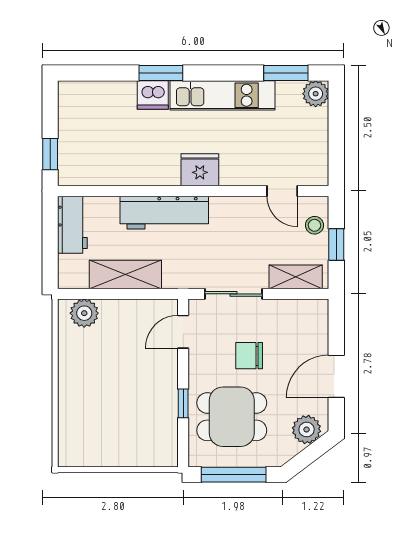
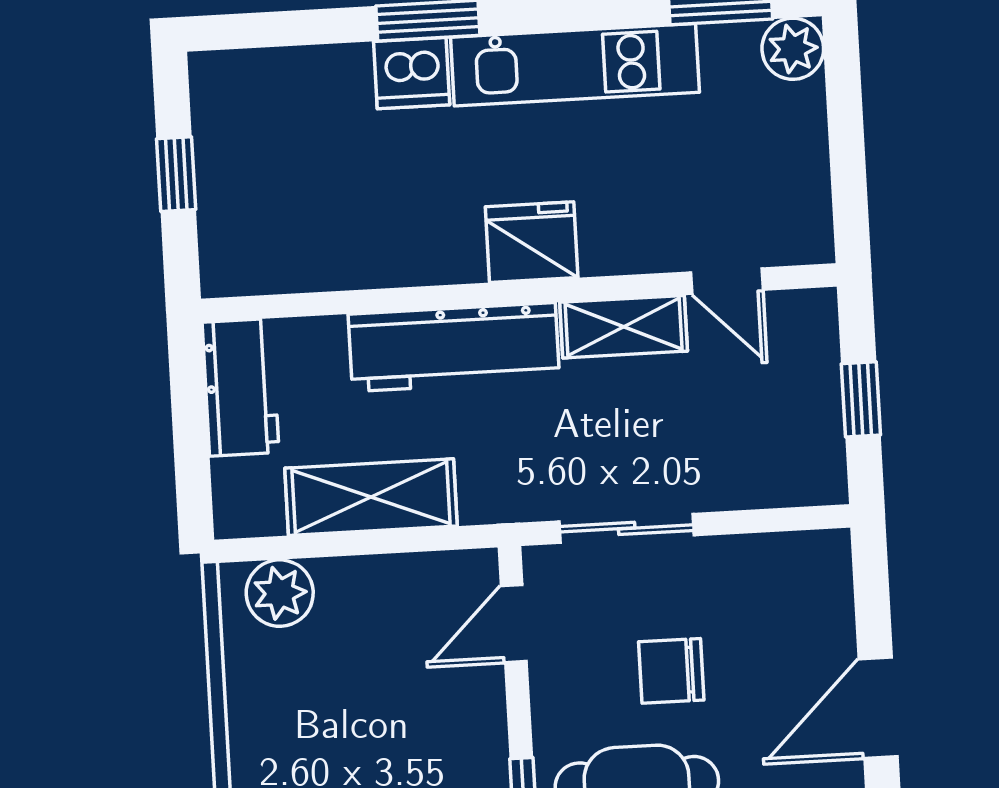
window: (50, 154) -> (176, 174), moved
stool: (315, 225) -> (807, 357), removed
shelving: (296, 277) -> (624, 327), moved

